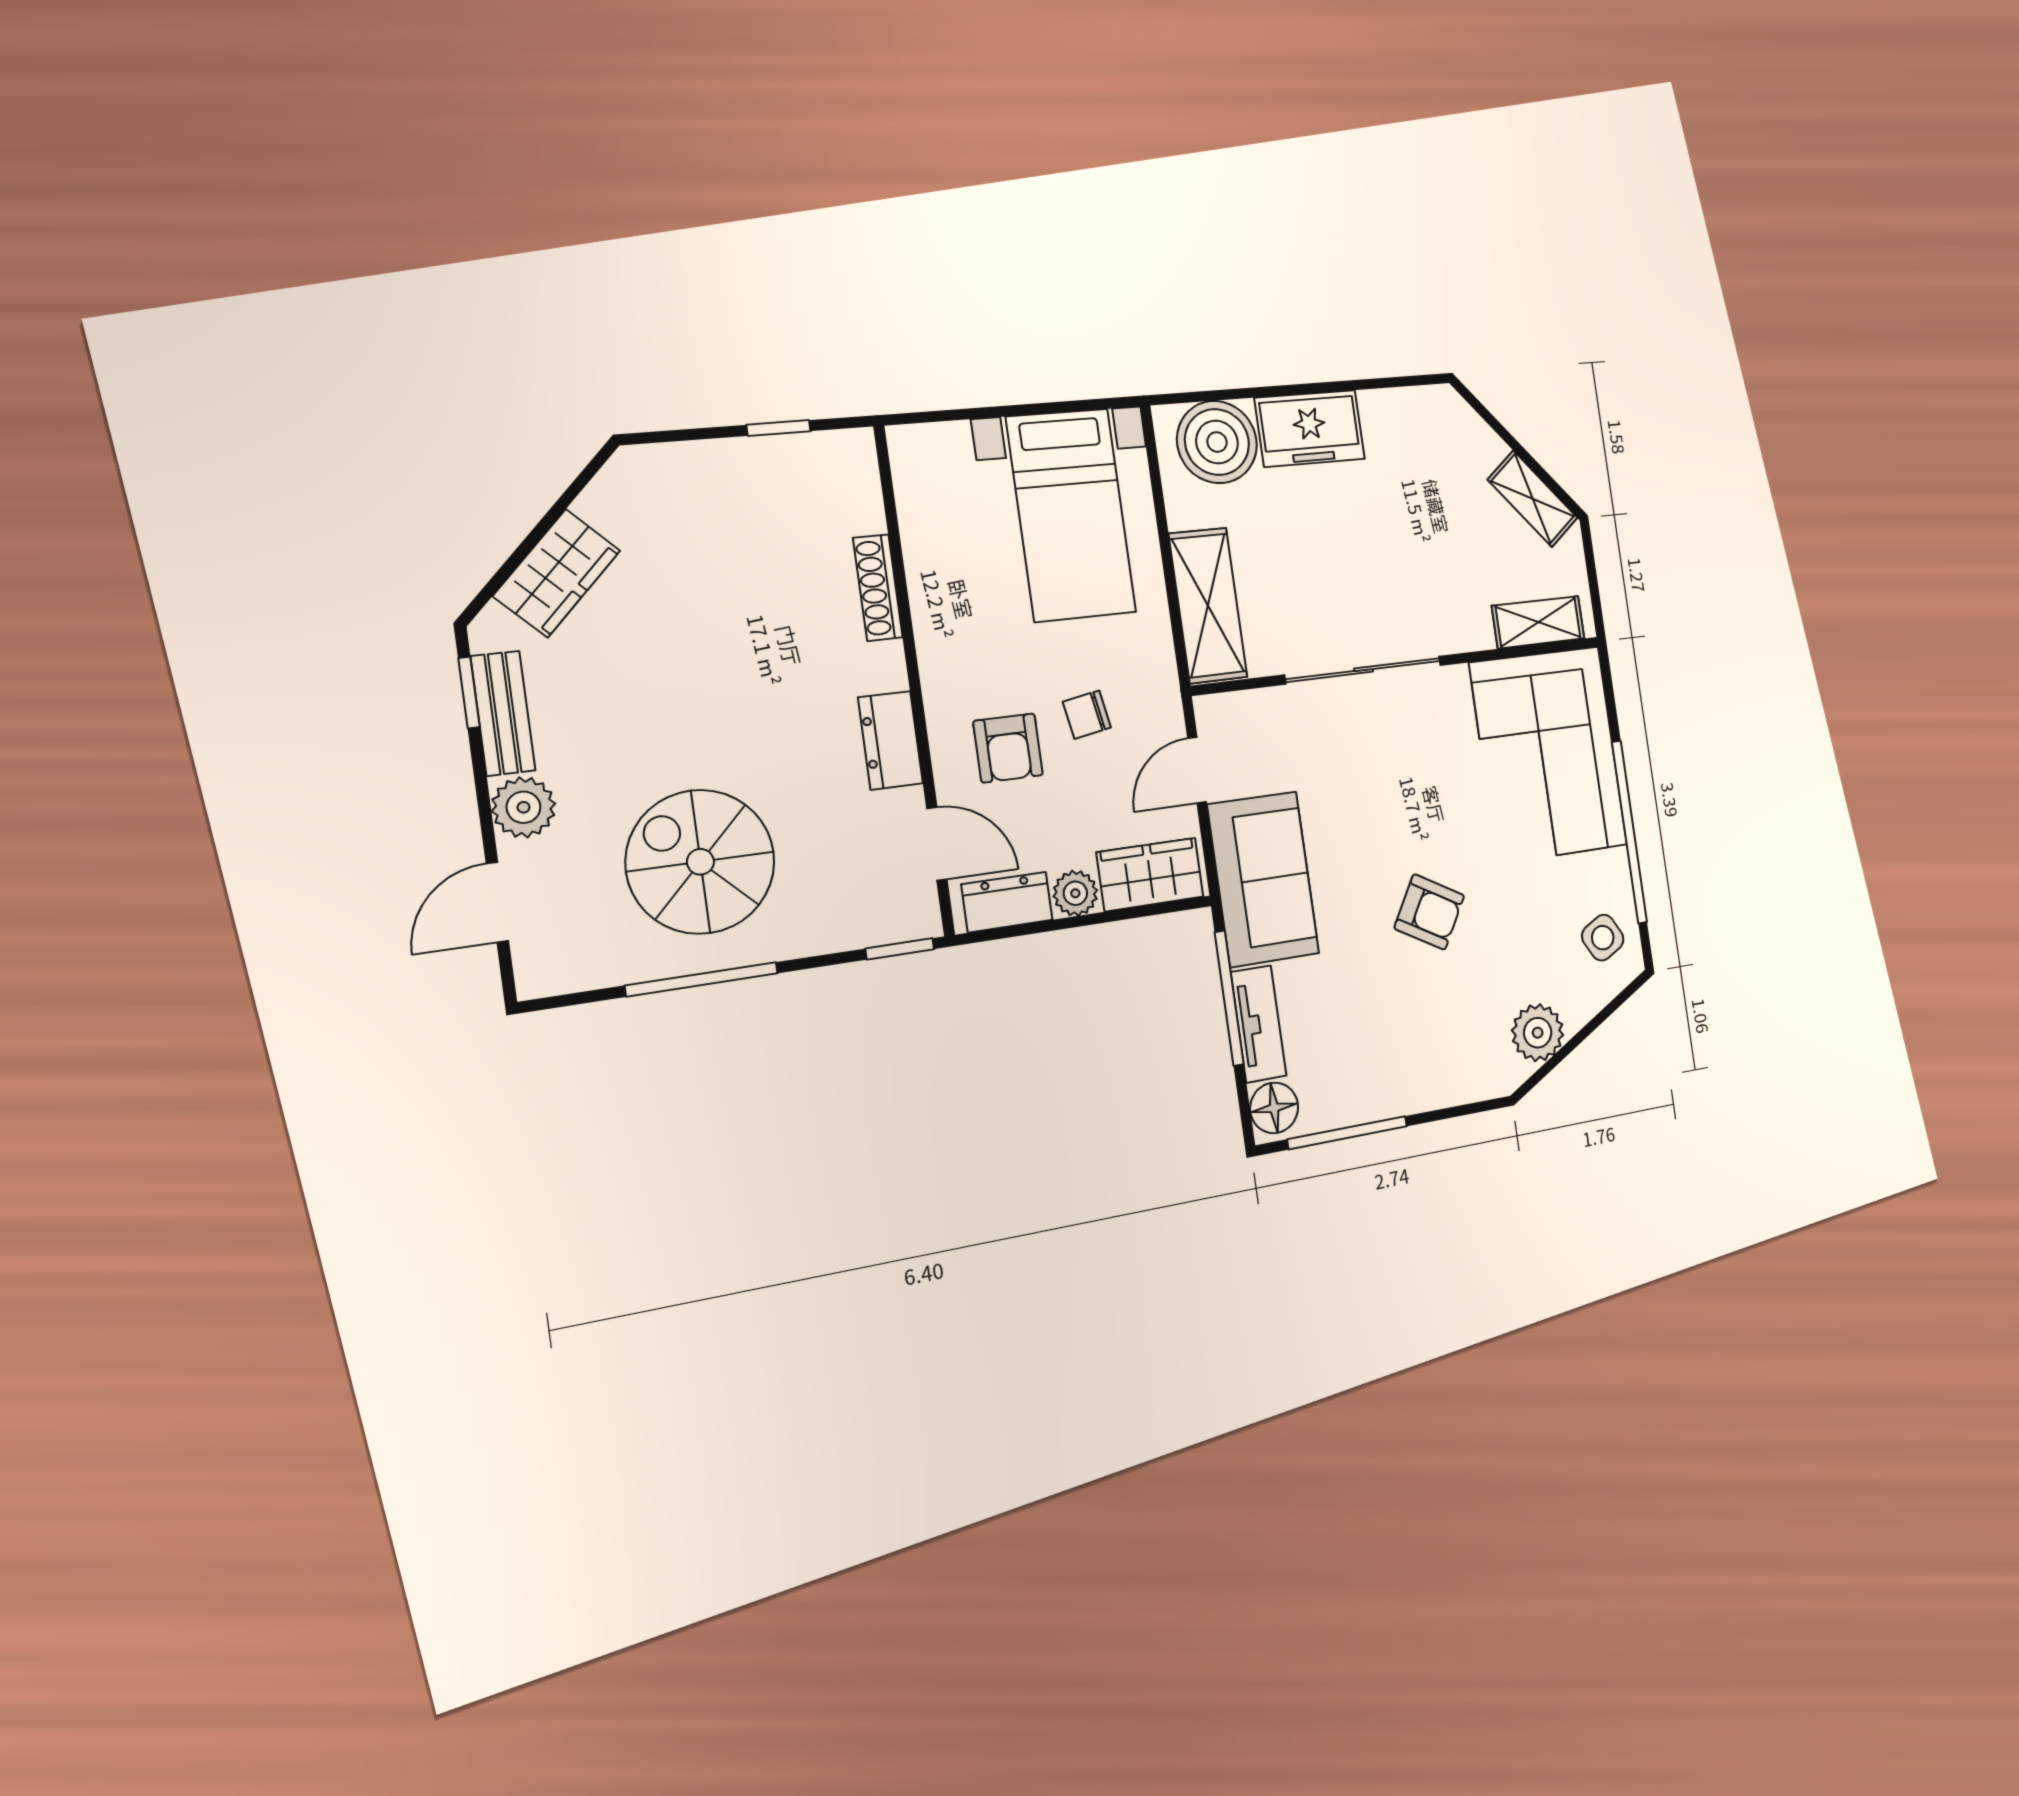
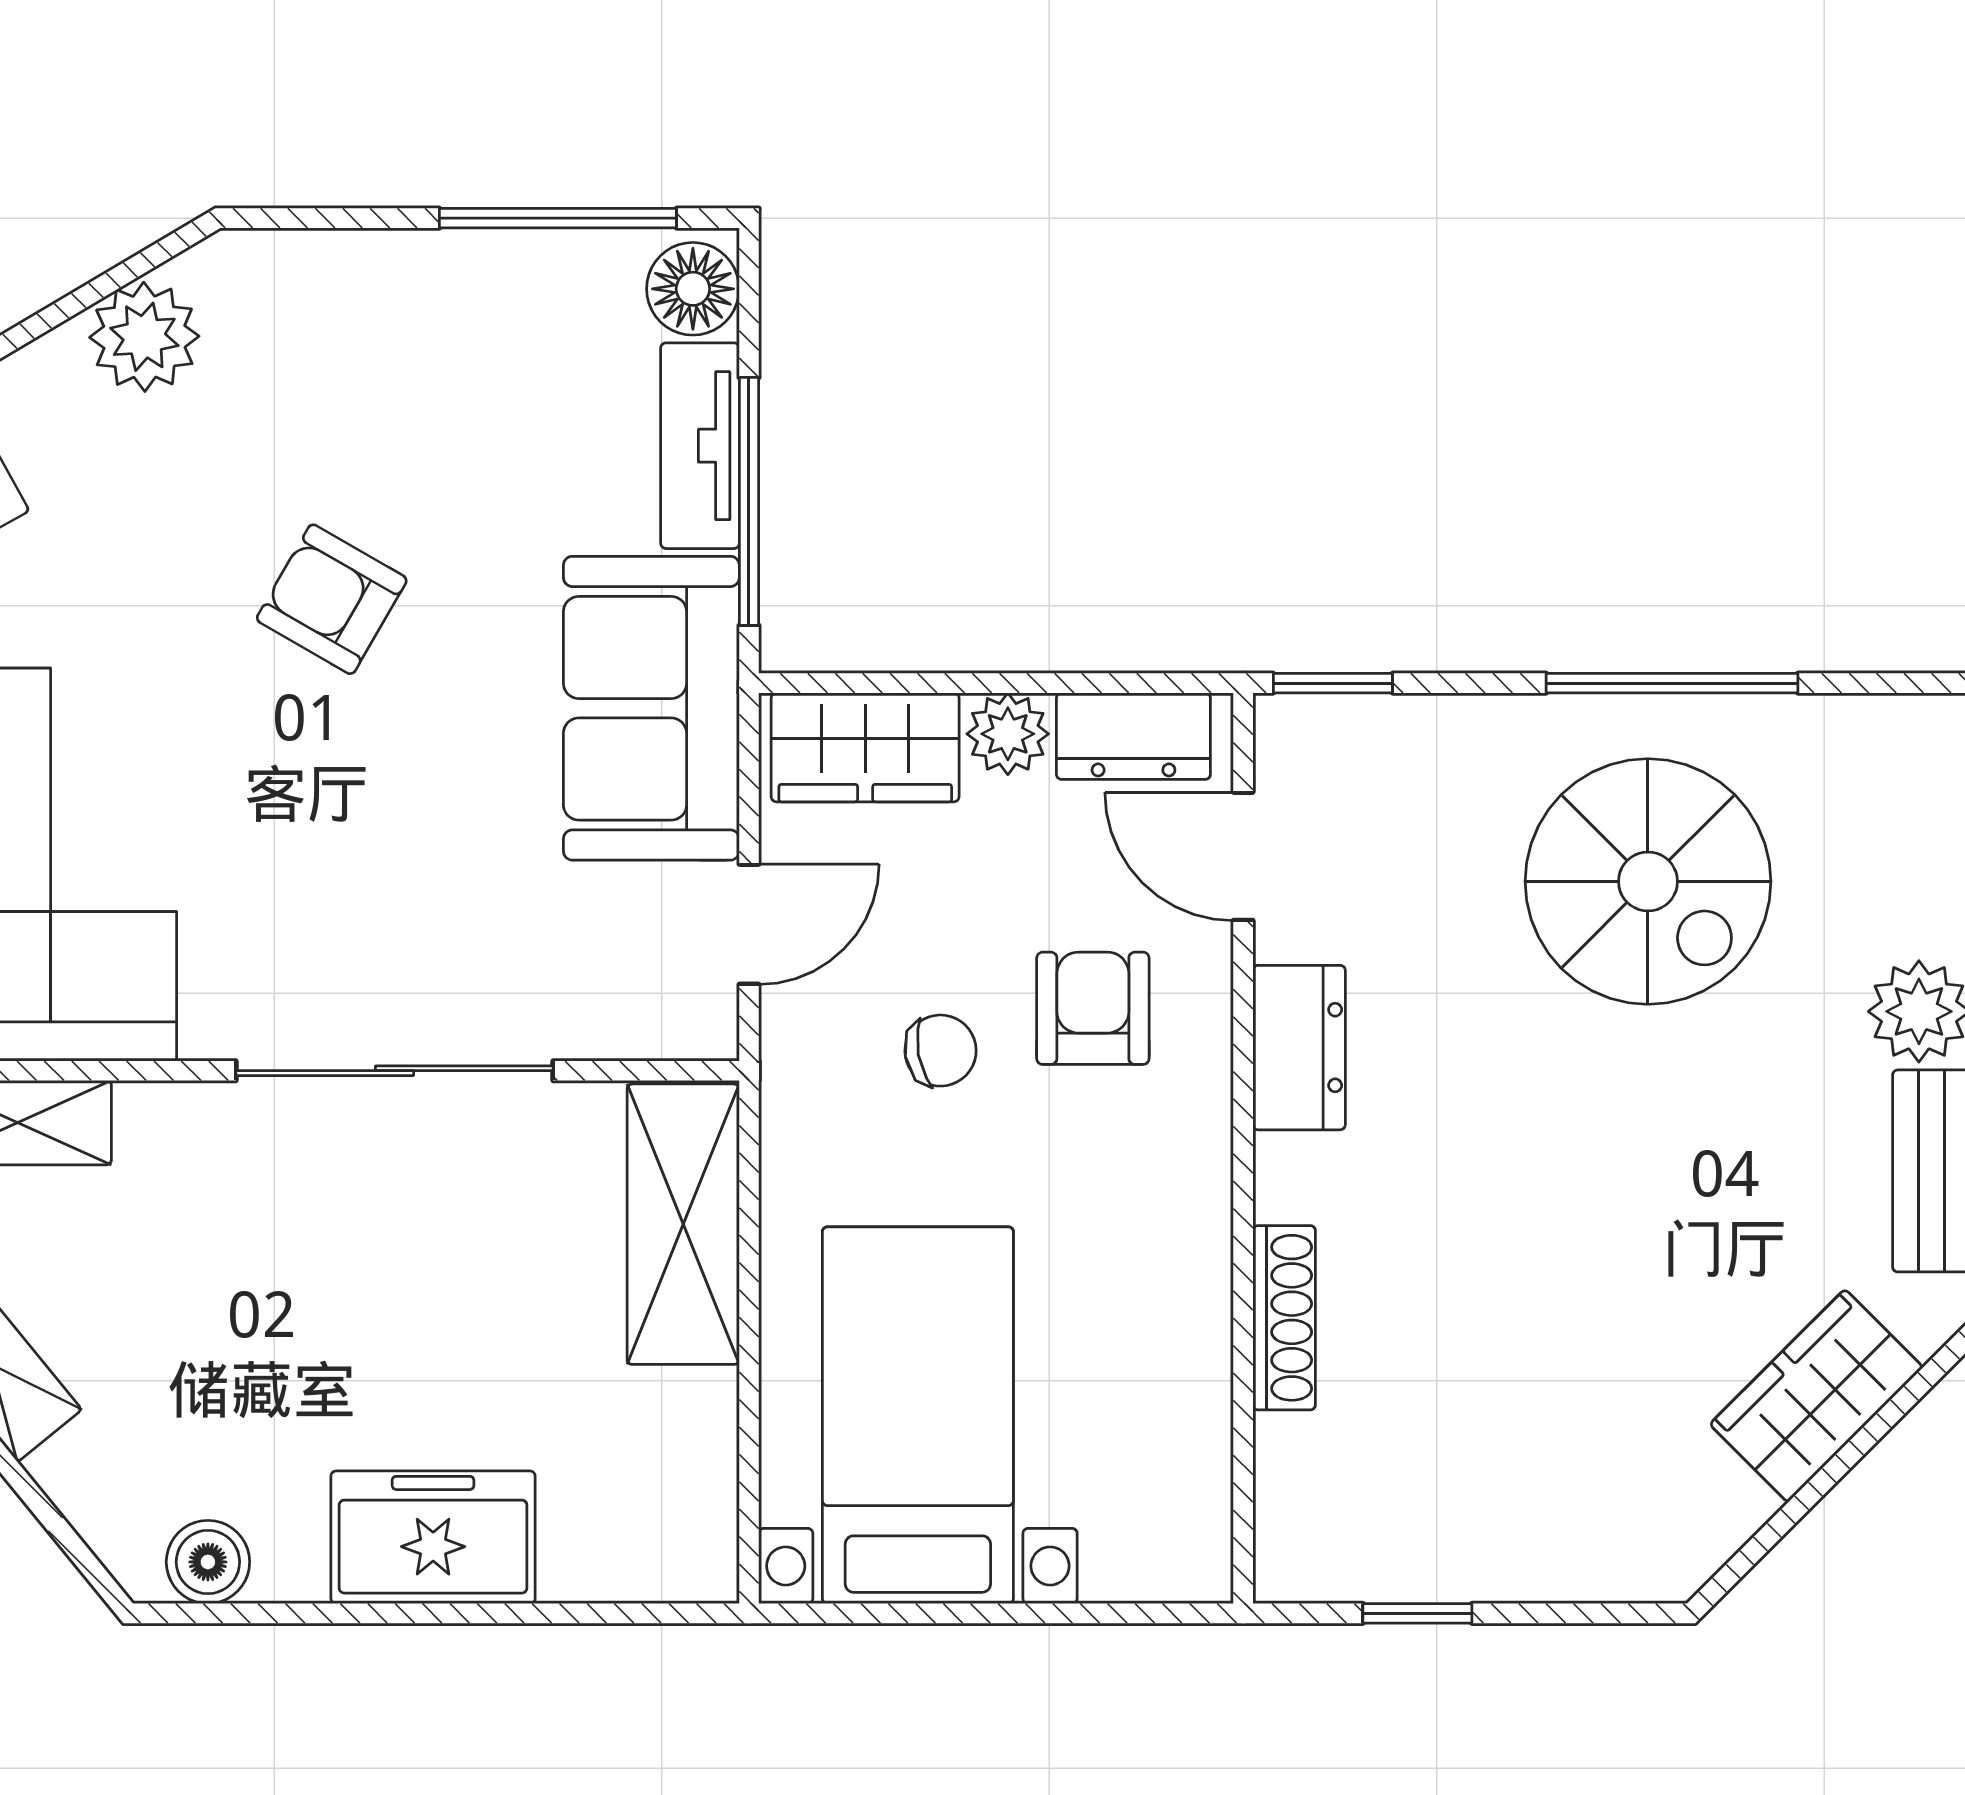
boiler: (1217, 442) -> (208, 1562), moved, width x0.54, depth x0.54

